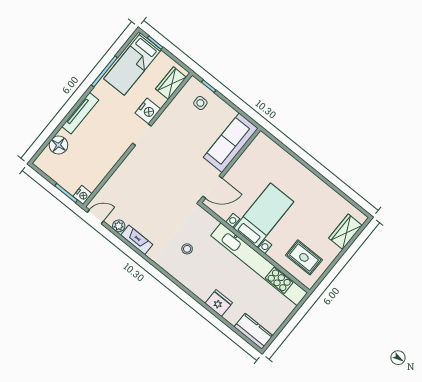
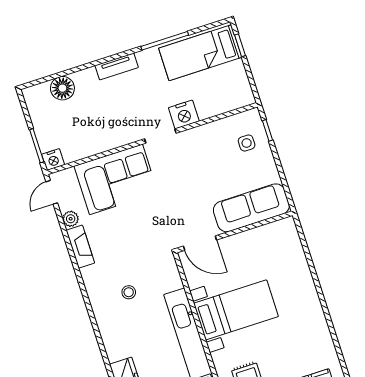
wardrobe: (171, 83) -> (229, 101), removed
tv unit: (80, 113) -> (117, 66), width x0.71
corner sofa: (131, 181) -> (116, 179), added
door: (95, 217) -> (52, 192), swing flipped

